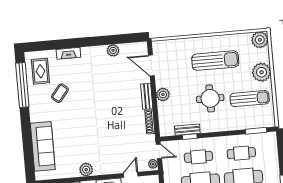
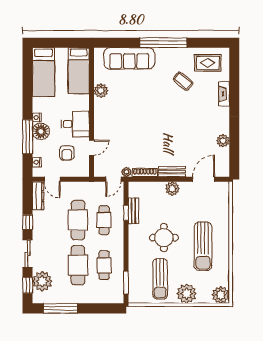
window: (22, 85) -> (163, 43), moved
plant: (153, 164) -> (126, 172), moved
plant: (86, 170) -> (101, 91), moved
door: (131, 175) -> (92, 148), hinge flipped

